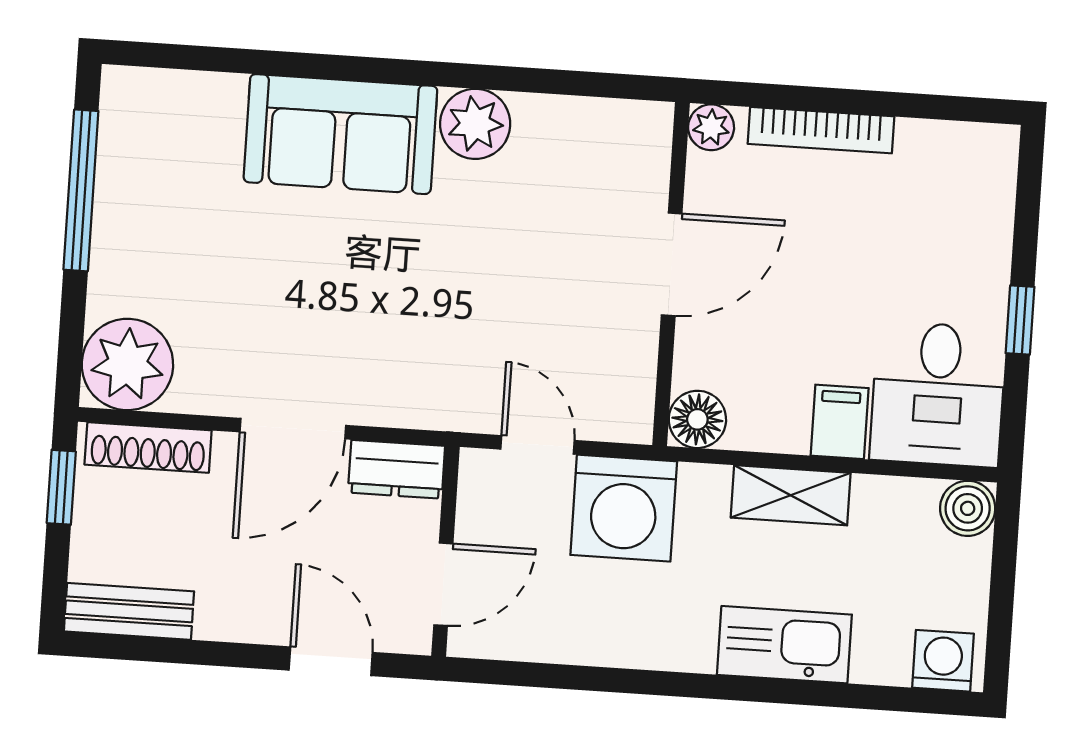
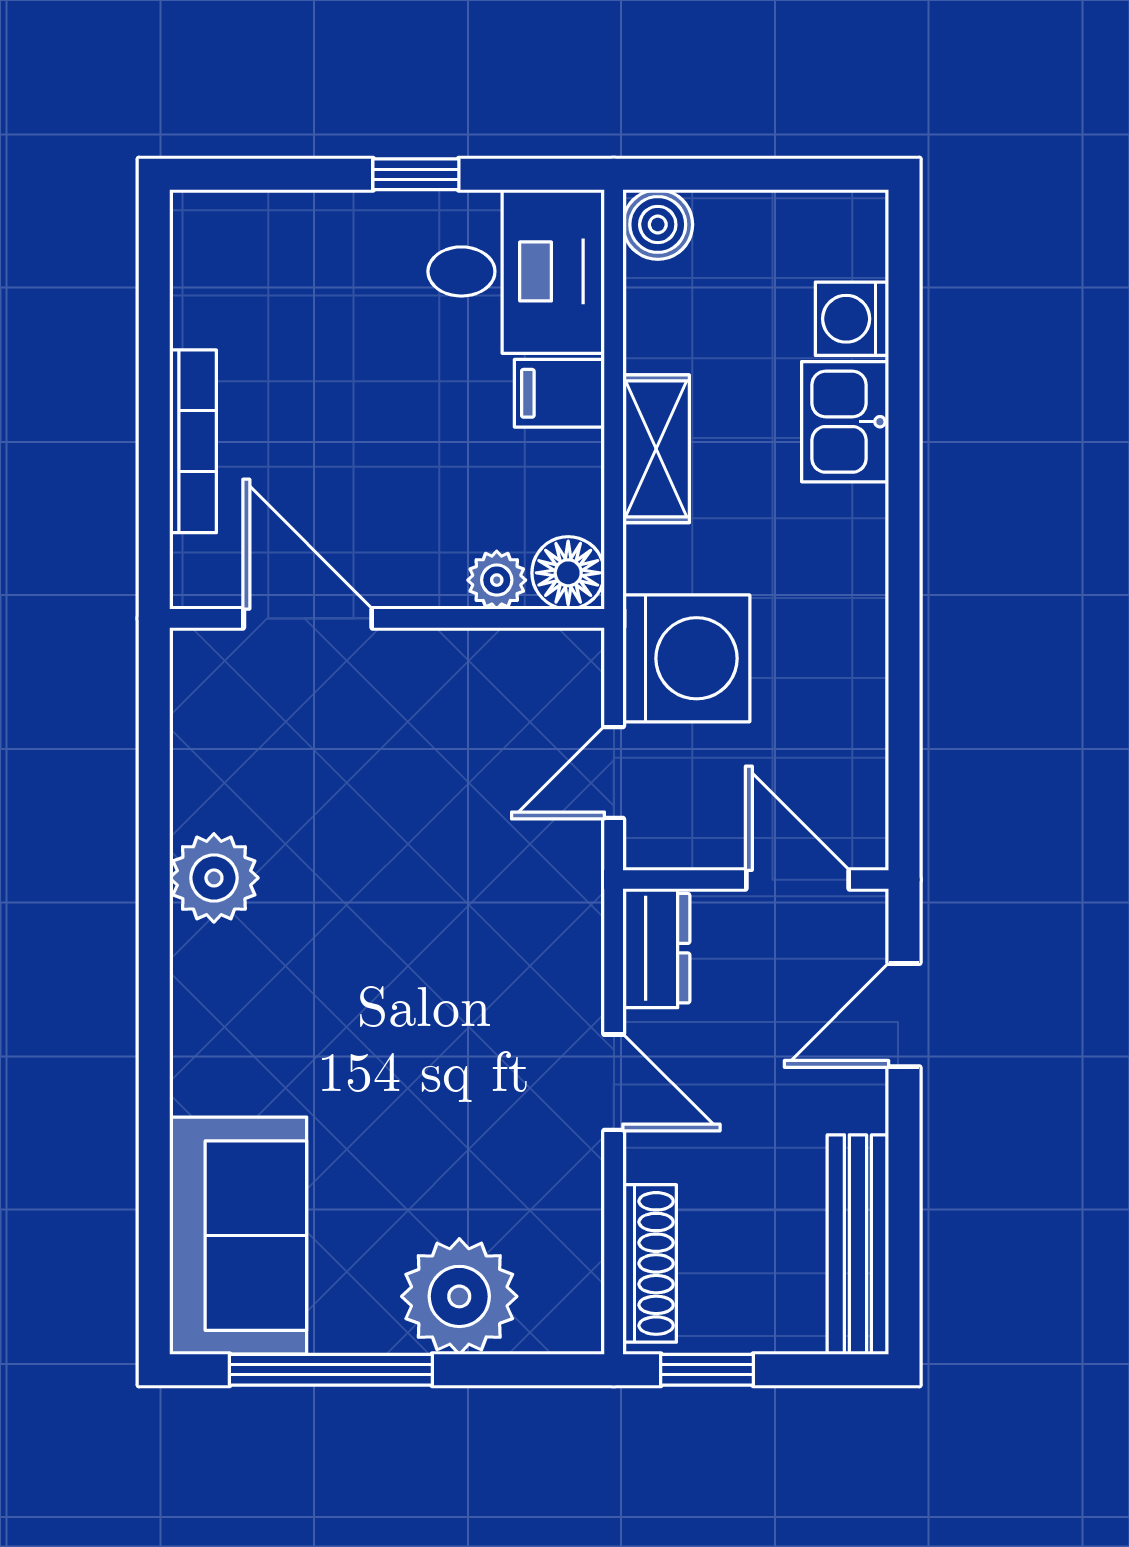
plant: (711, 127) -> (497, 580), moved
sofa: (340, 134) -> (238, 1236), moved
door: (672, 264) -> (308, 618), moved
plant: (127, 364) -> (459, 1296), moved
door: (293, 429) -> (614, 1082), width x0.73
bench: (129, 611) -> (858, 1245), width x1.36
kitchen sink: (784, 645) -> (845, 422), width x0.73
washing machine: (943, 661) -> (852, 319), moved

